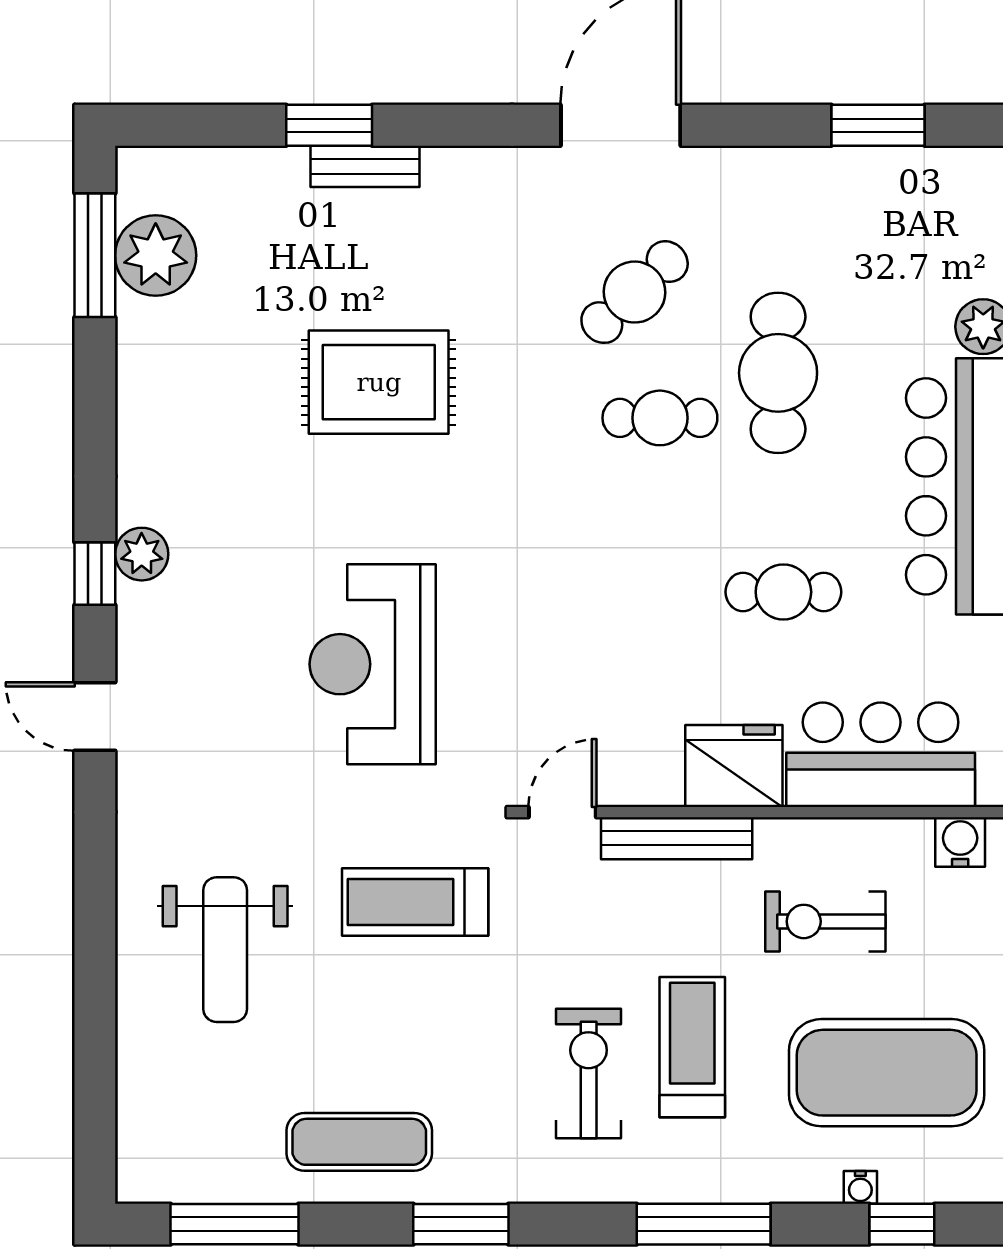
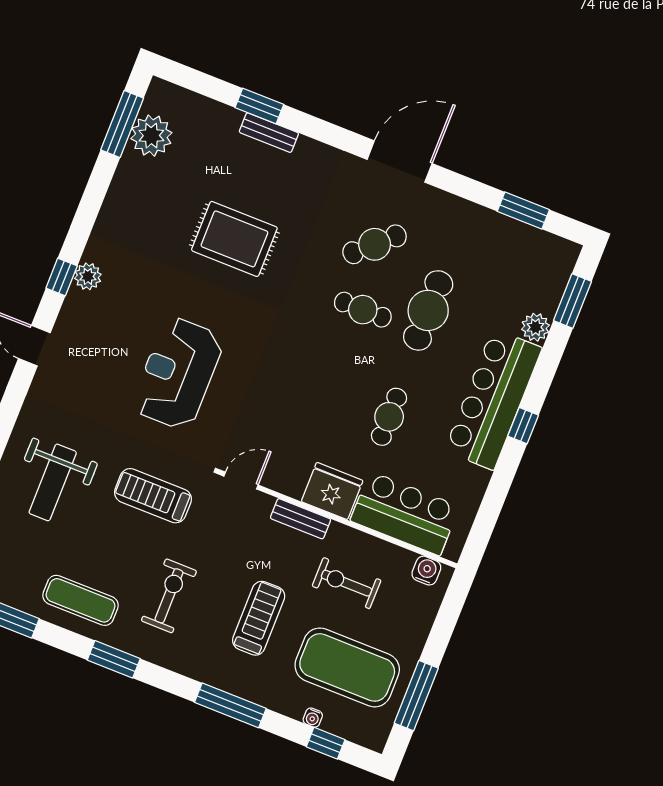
cafe table: (783, 592) -> (389, 417), turned 90
bench: (677, 838) -> (301, 519), width x0.73
exercise bike: (589, 1074) -> (169, 596), moved

